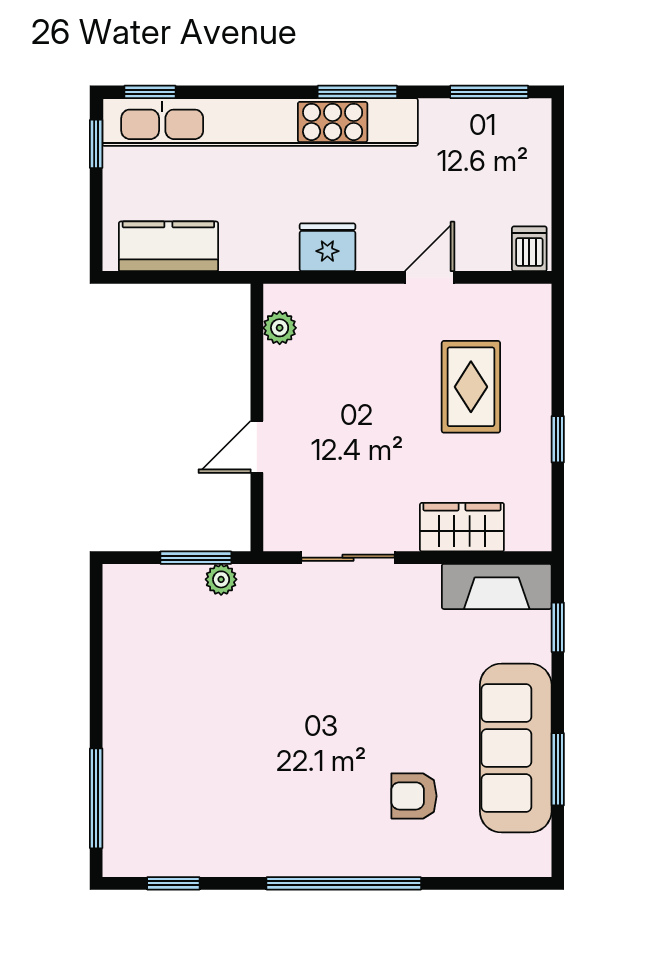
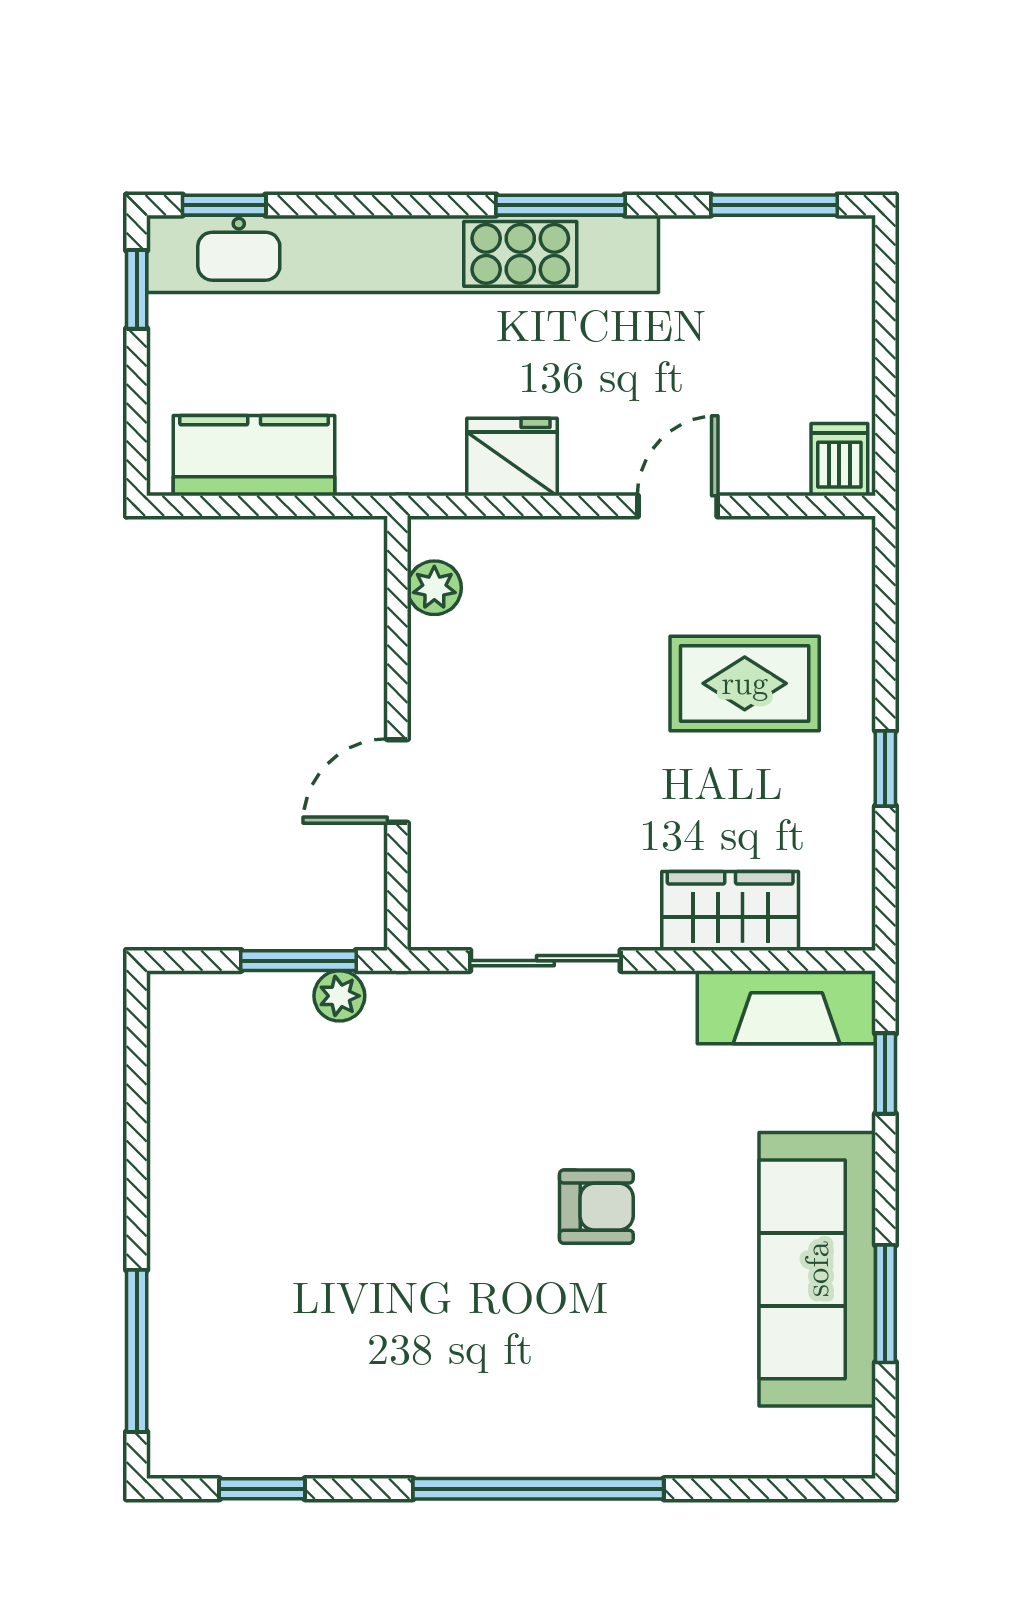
rug: (471, 387) -> (745, 683), turned 90
armchair: (414, 796) -> (596, 1207), moved, turned 180

